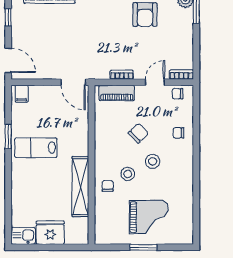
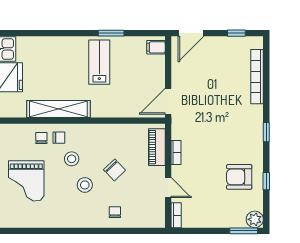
chair: (177, 94) -> (41, 138), moved

